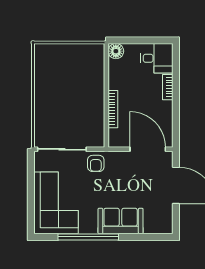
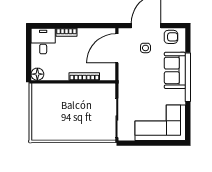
armchair: (96, 163) -> (171, 37), moved
side table: (148, 185) -> (145, 48), added
window: (88, 237) -> (188, 77), moved

